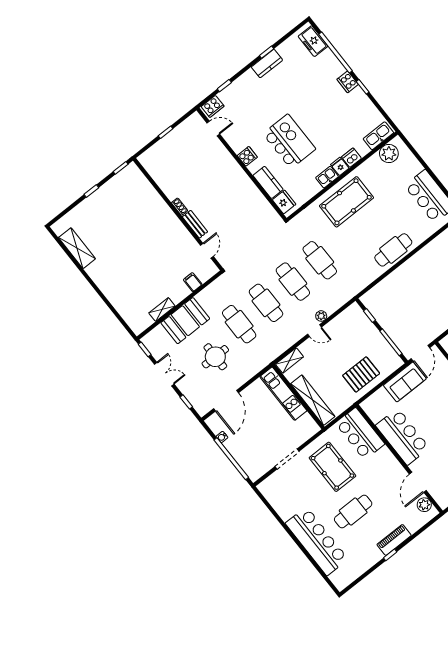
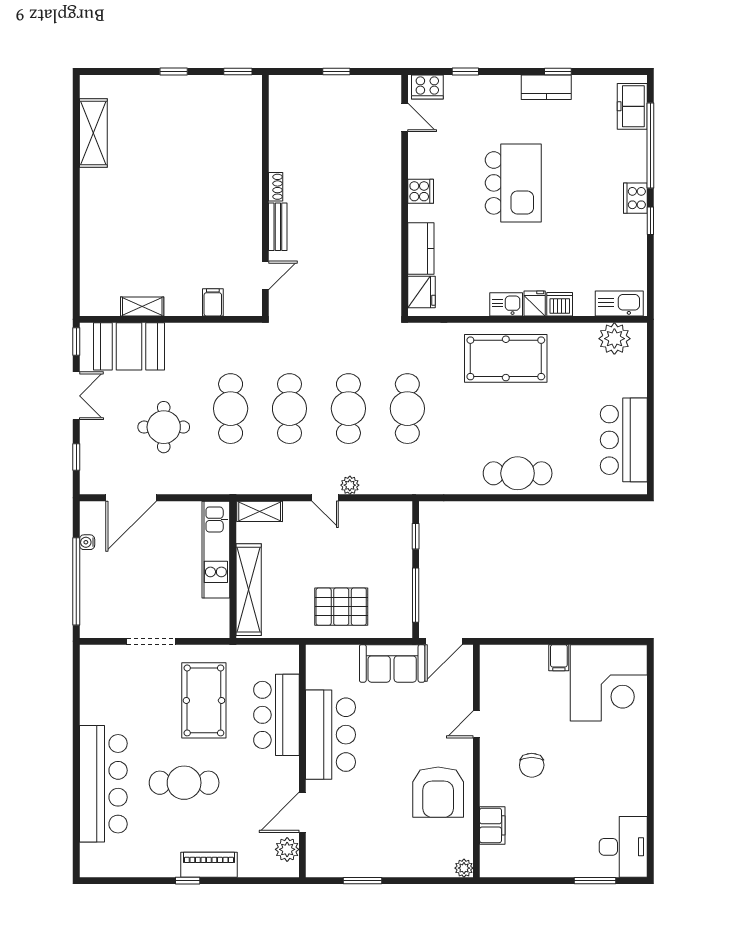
kitchen island: (289, 141) -> (513, 183), moved
booth: (185, 321) -> (129, 346), moved
bar counter: (360, 434) -> (276, 715), moved

